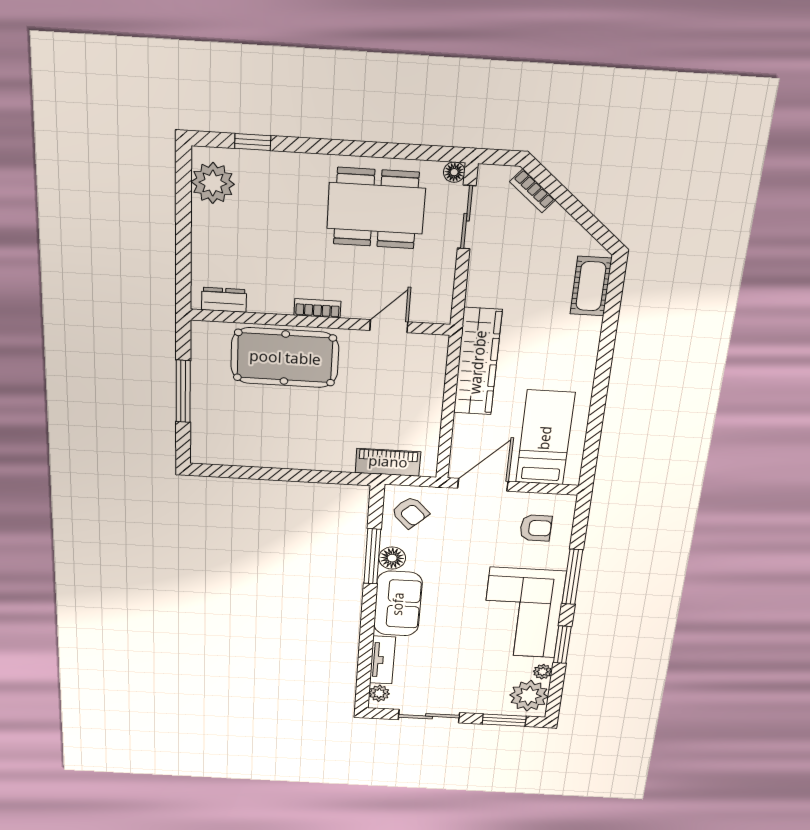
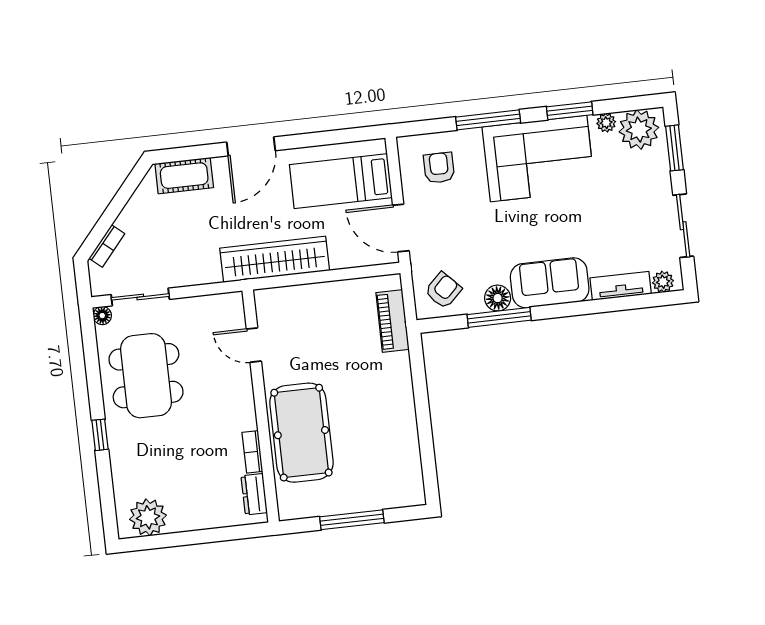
window: (253, 142) -> (100, 435), moved
bookcase: (318, 308) -> (252, 452), moved
door: (605, 358) -> (251, 146), added

